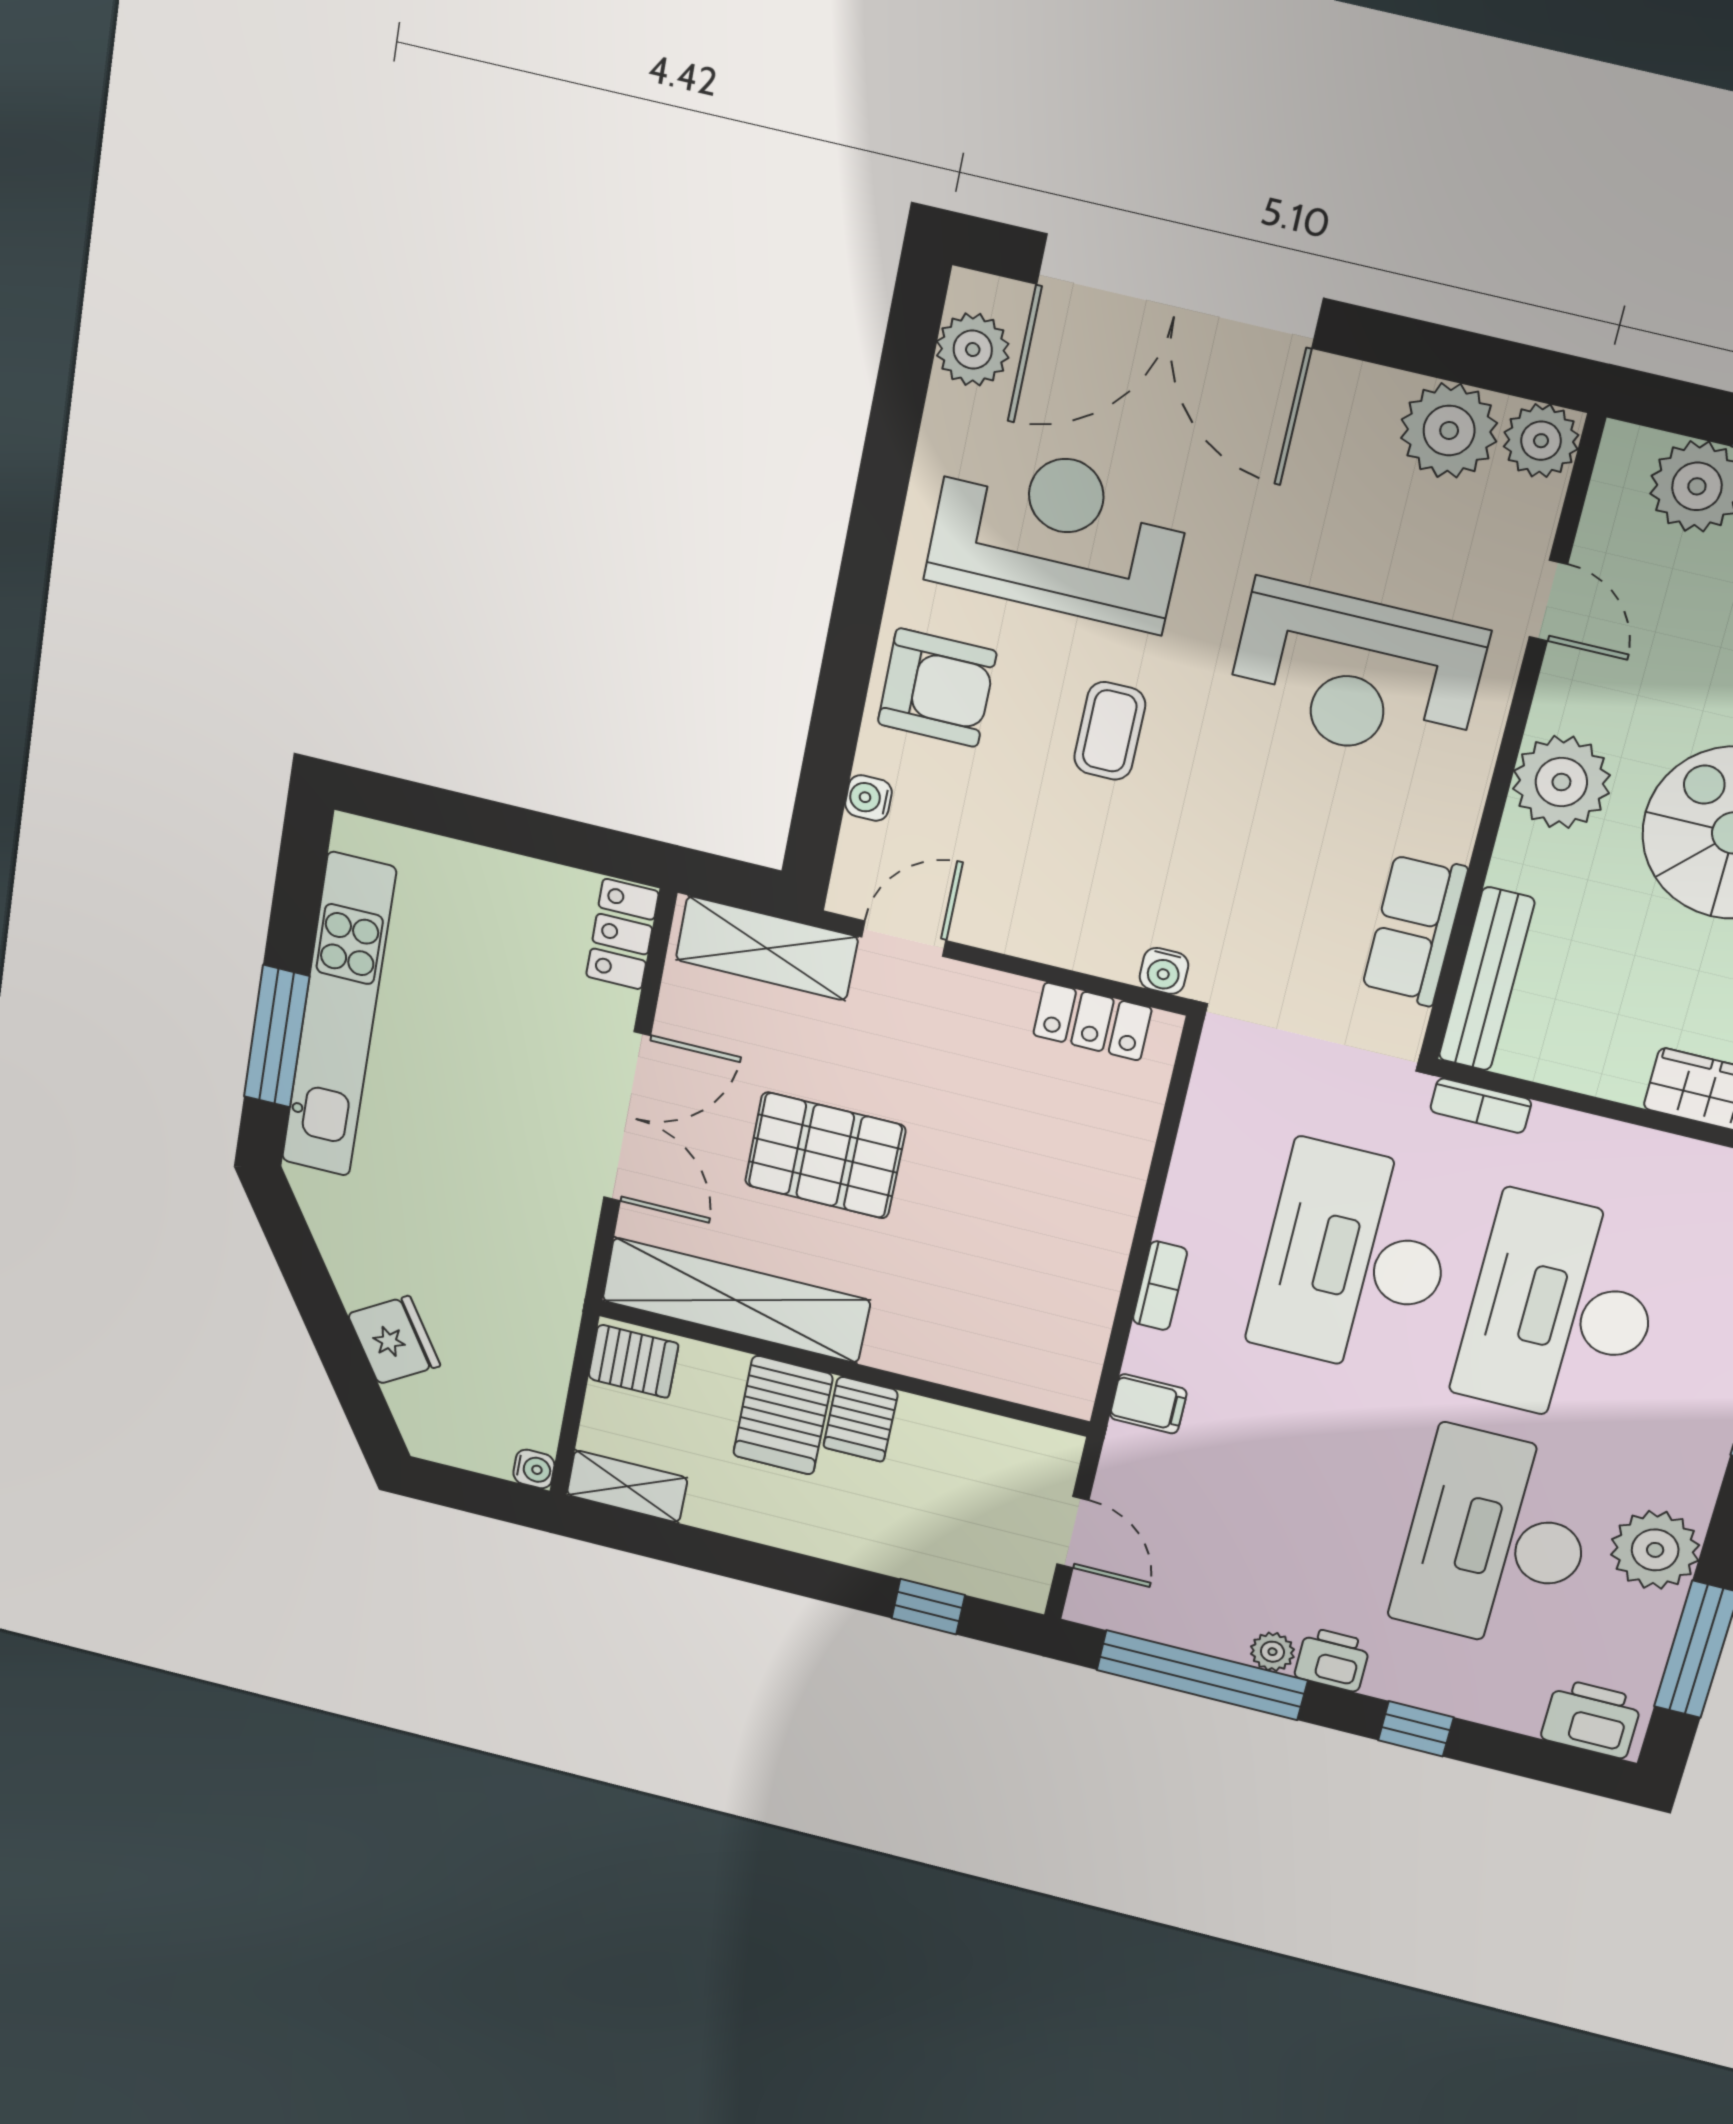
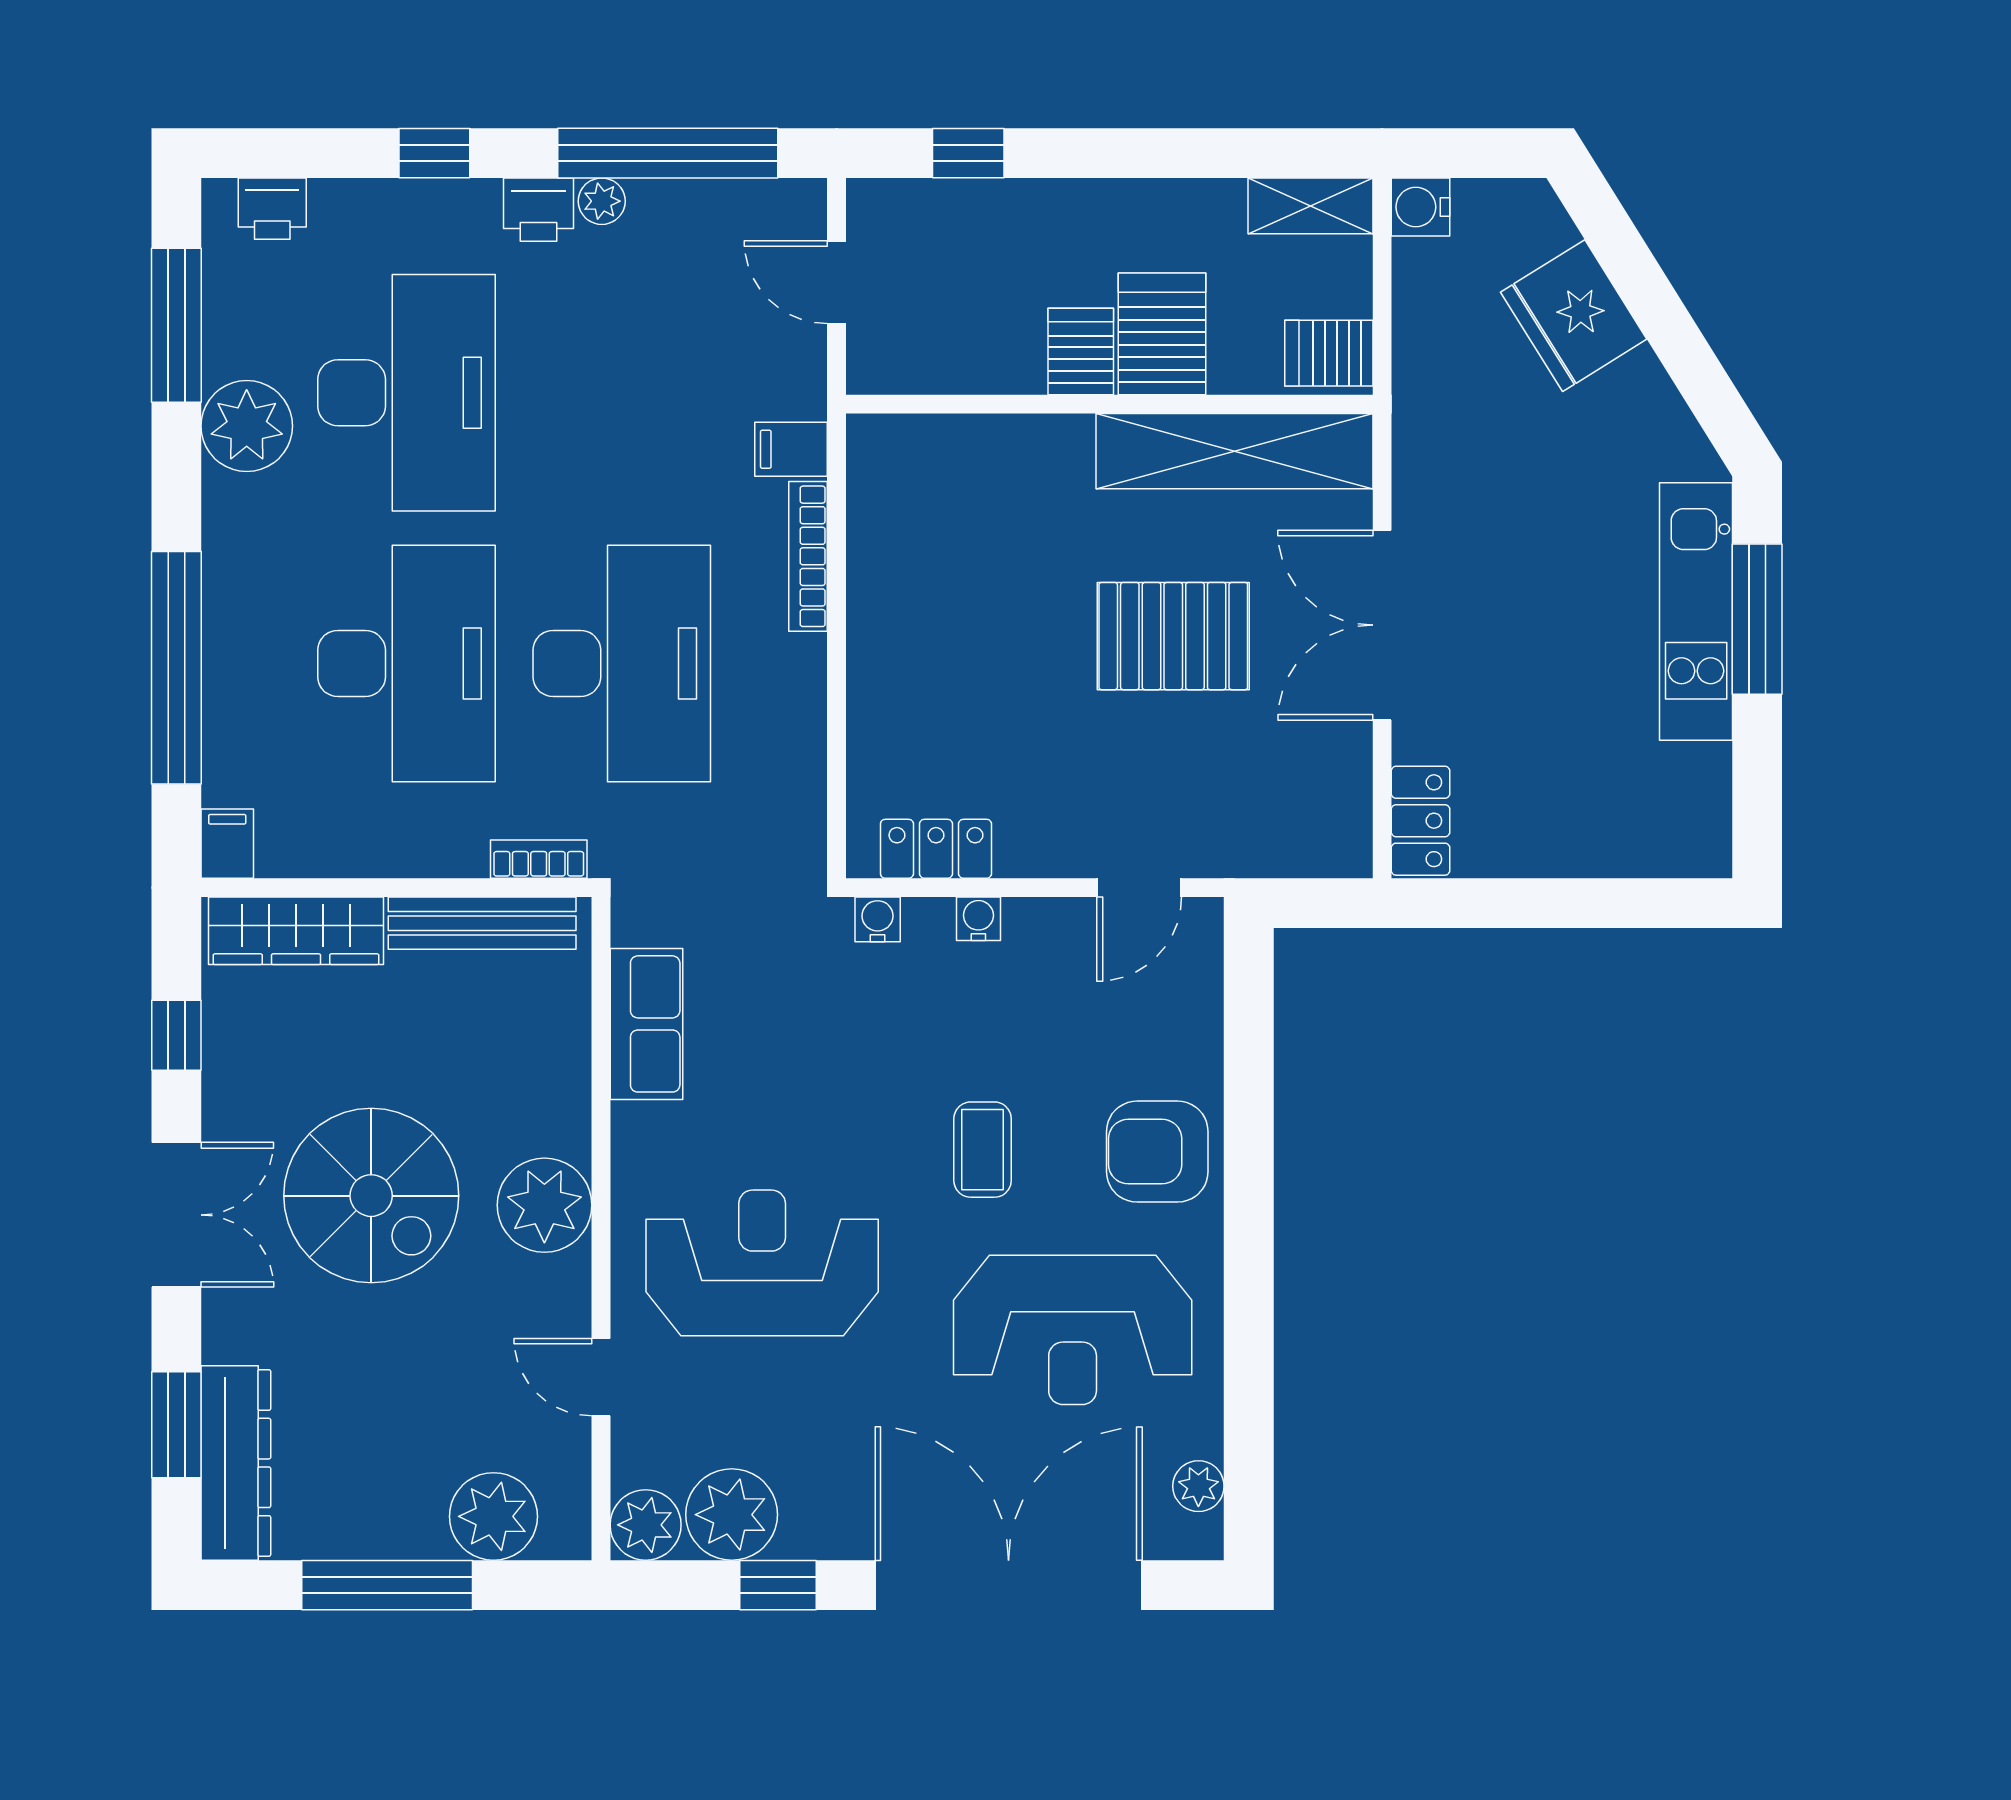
window: (1419, 347) -> (778, 1585), added
plant: (973, 350) -> (1198, 1486), width x0.73, depth x0.73
water cooler: (868, 798) -> (978, 919), moved, turned -90
shelving: (767, 948) -> (1273, 843), removed
bench: (1487, 979) -> (482, 923), moved, turned 90
kitchen unit: (339, 1016) -> (1696, 612), width x0.73
bookcase: (1160, 1286) -> (808, 556), width x1.56
fridge: (394, 1340) -> (1574, 316), width x1.36, depth x1.34
water cooler: (534, 1469) -> (1421, 207), width x1.38, depth x1.38
printer: (1592, 1719) -> (272, 209), width x0.73, depth x0.81

